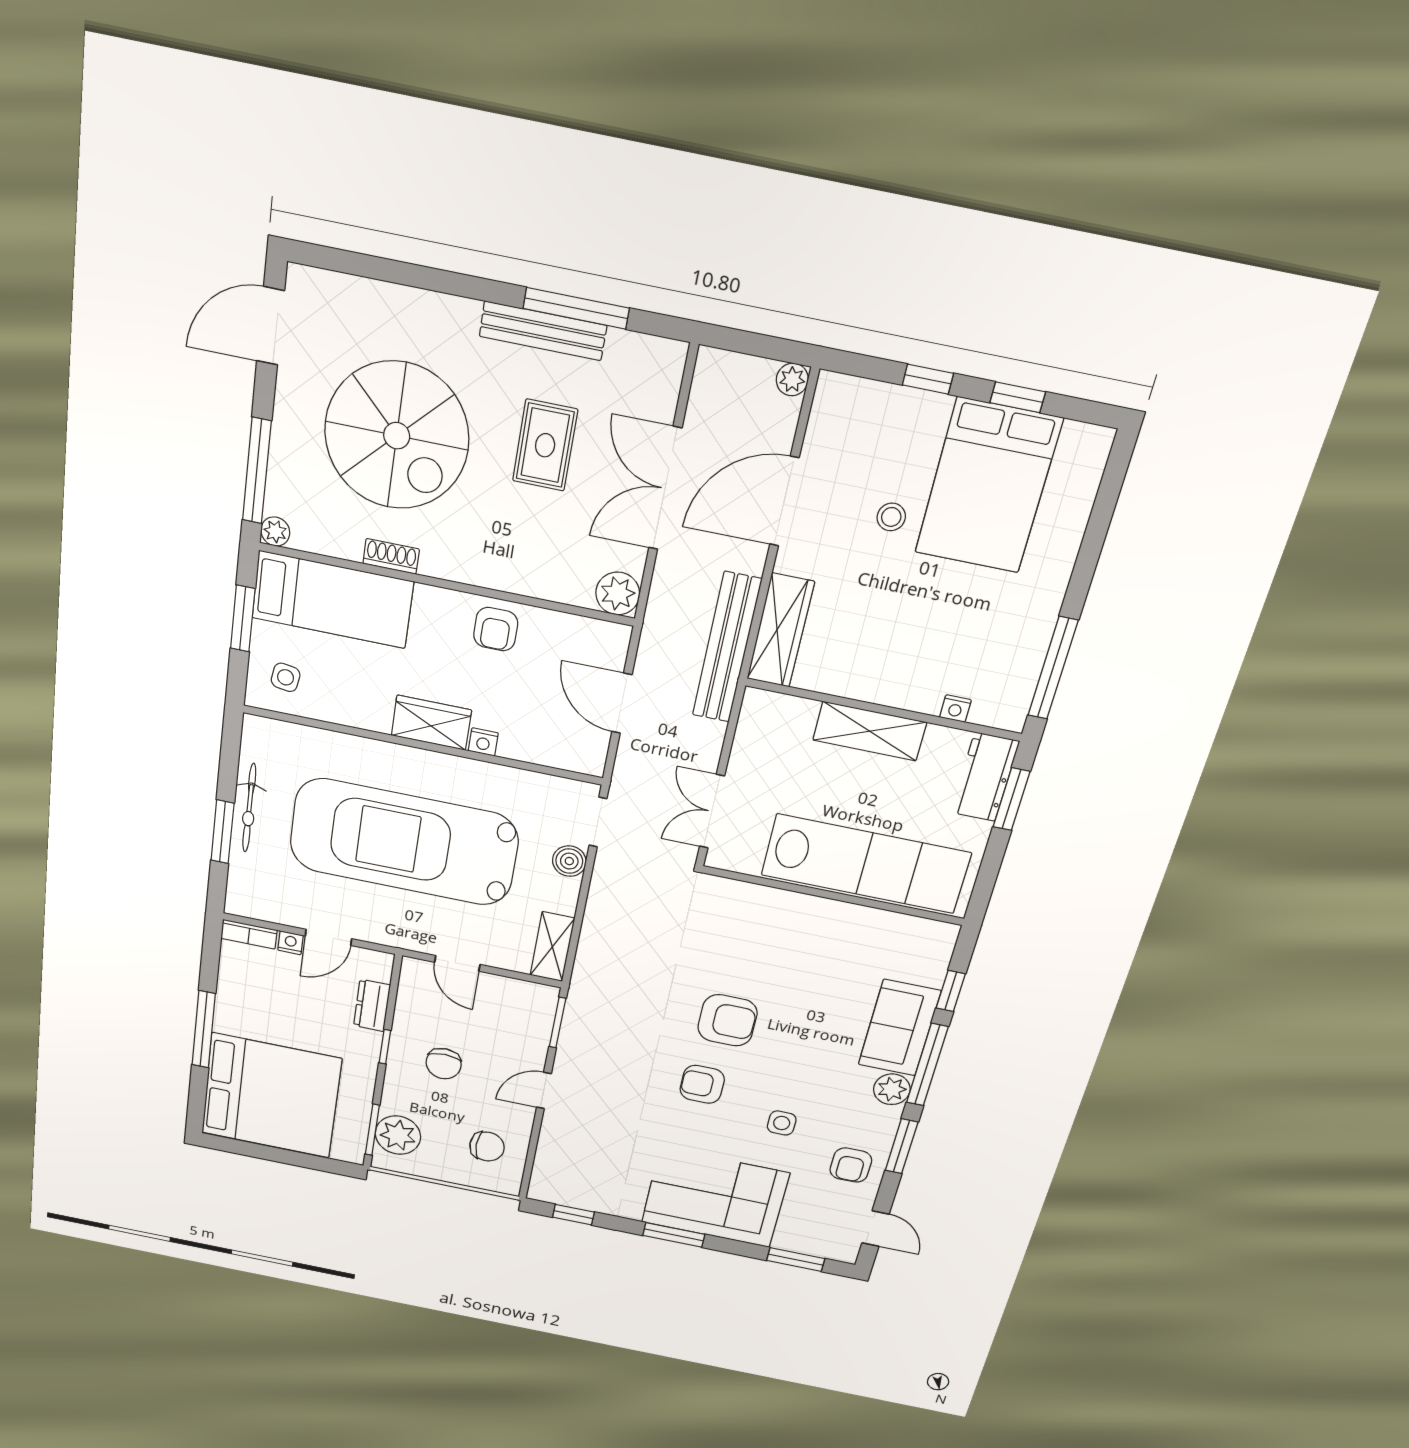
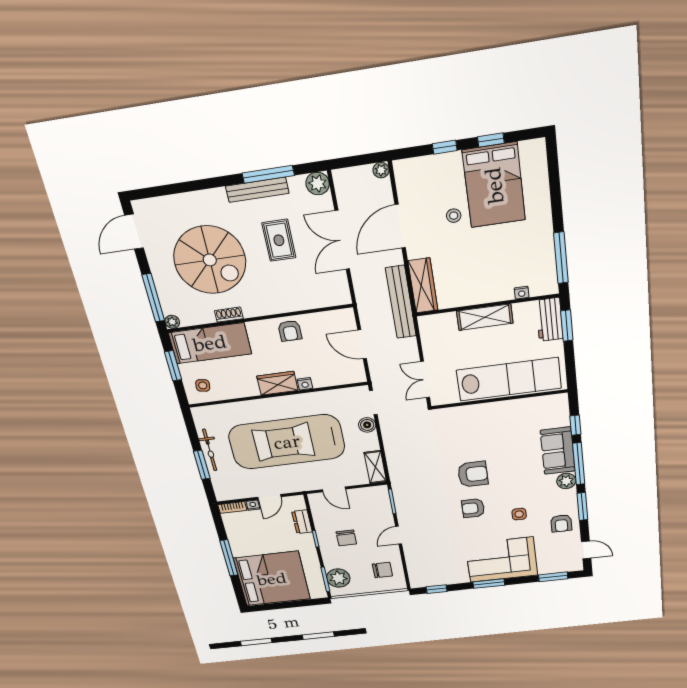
plant: (618, 593) -> (318, 183), moved

